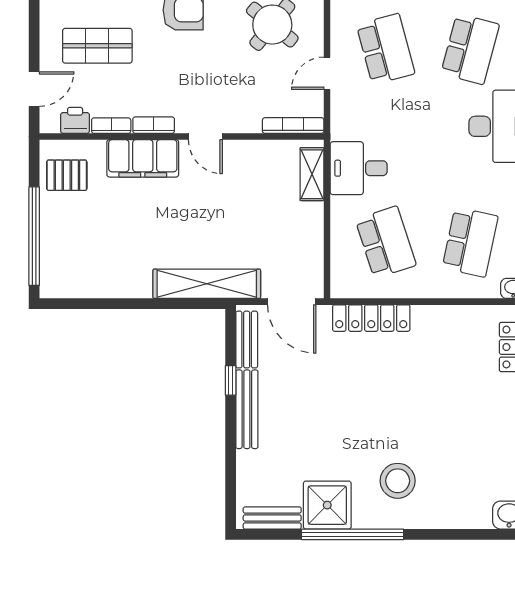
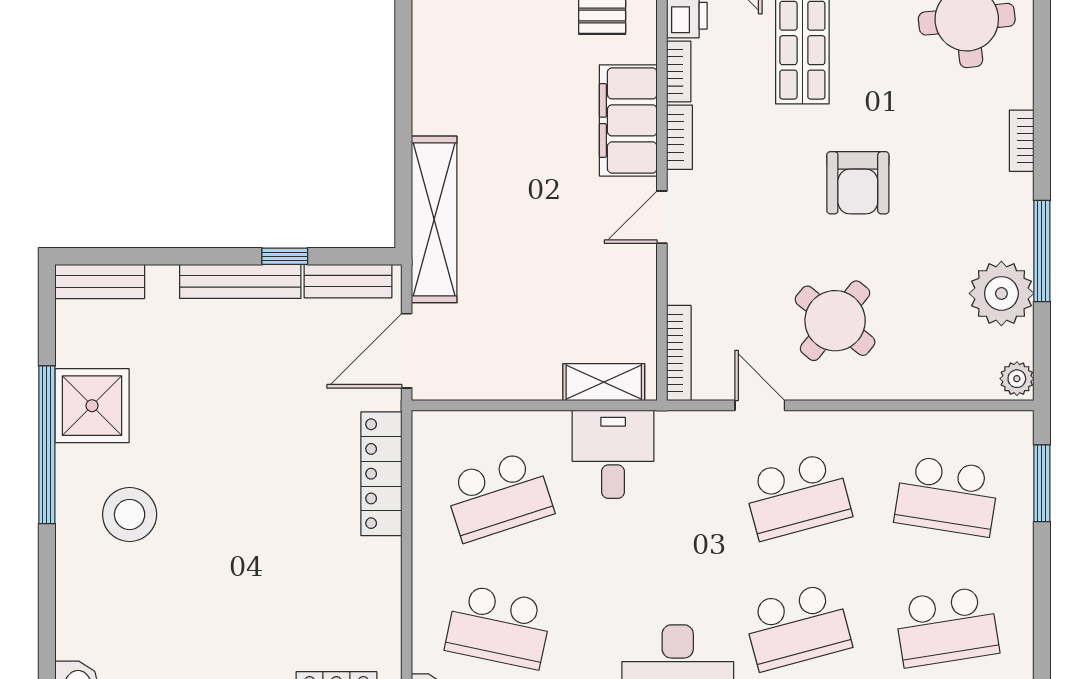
school desk: (470, 49) -> (797, 627), turned -30
bench: (272, 518) -> (100, 281), moved, turned 90

